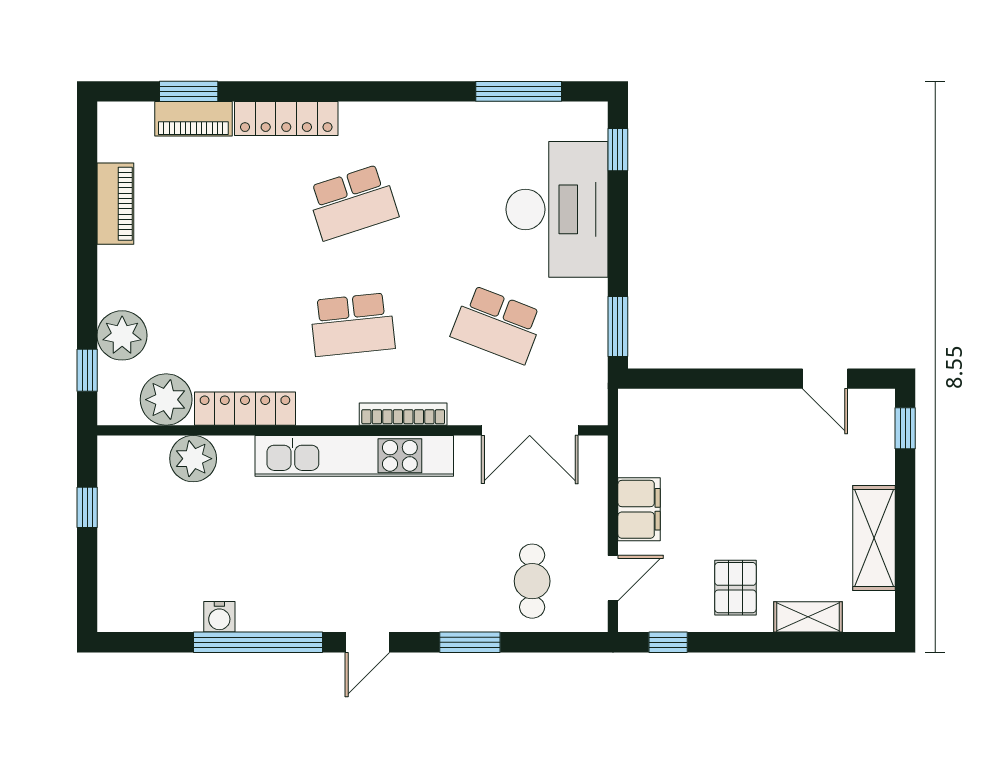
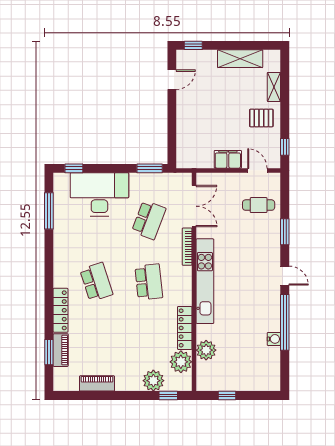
bookcase: (403, 414) -> (187, 247), moved

